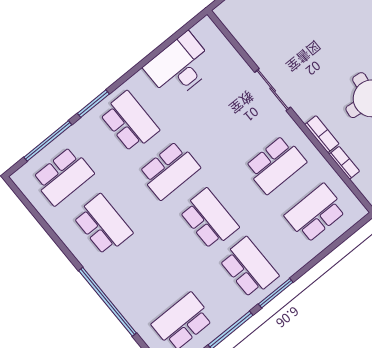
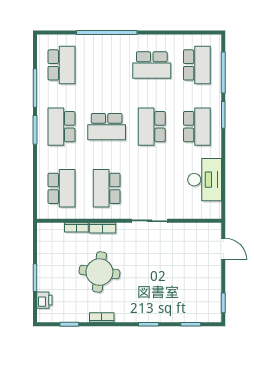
school desk: (129, 122) -> (197, 127), turned -90
school desk: (63, 176) -> (197, 65), turned 180
school desk: (249, 268) -> (61, 127), turned 90

